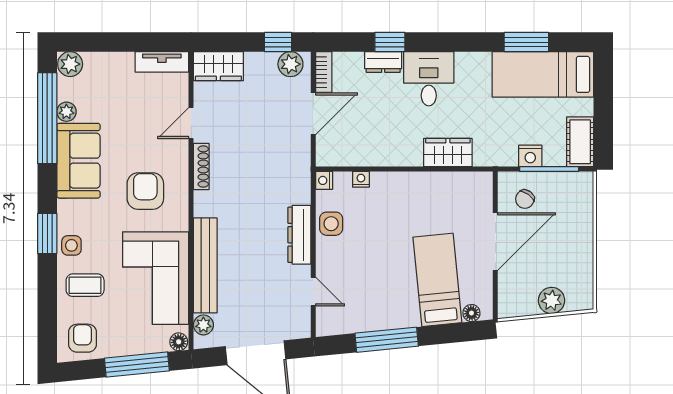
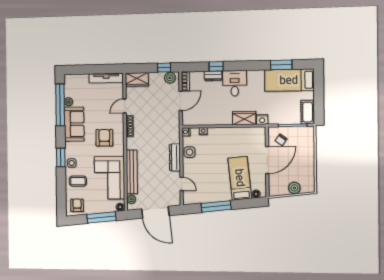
tv unit: (162, 62) -> (106, 78), width x1.41
plant: (70, 64) -> (70, 80), removed
nightstand: (530, 156) -> (262, 119), moved

